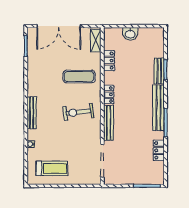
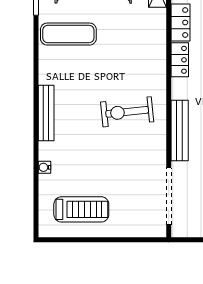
exercise mat: (79, 77) -> (68, 34), moved
locker: (109, 95) -> (180, 60), moved

